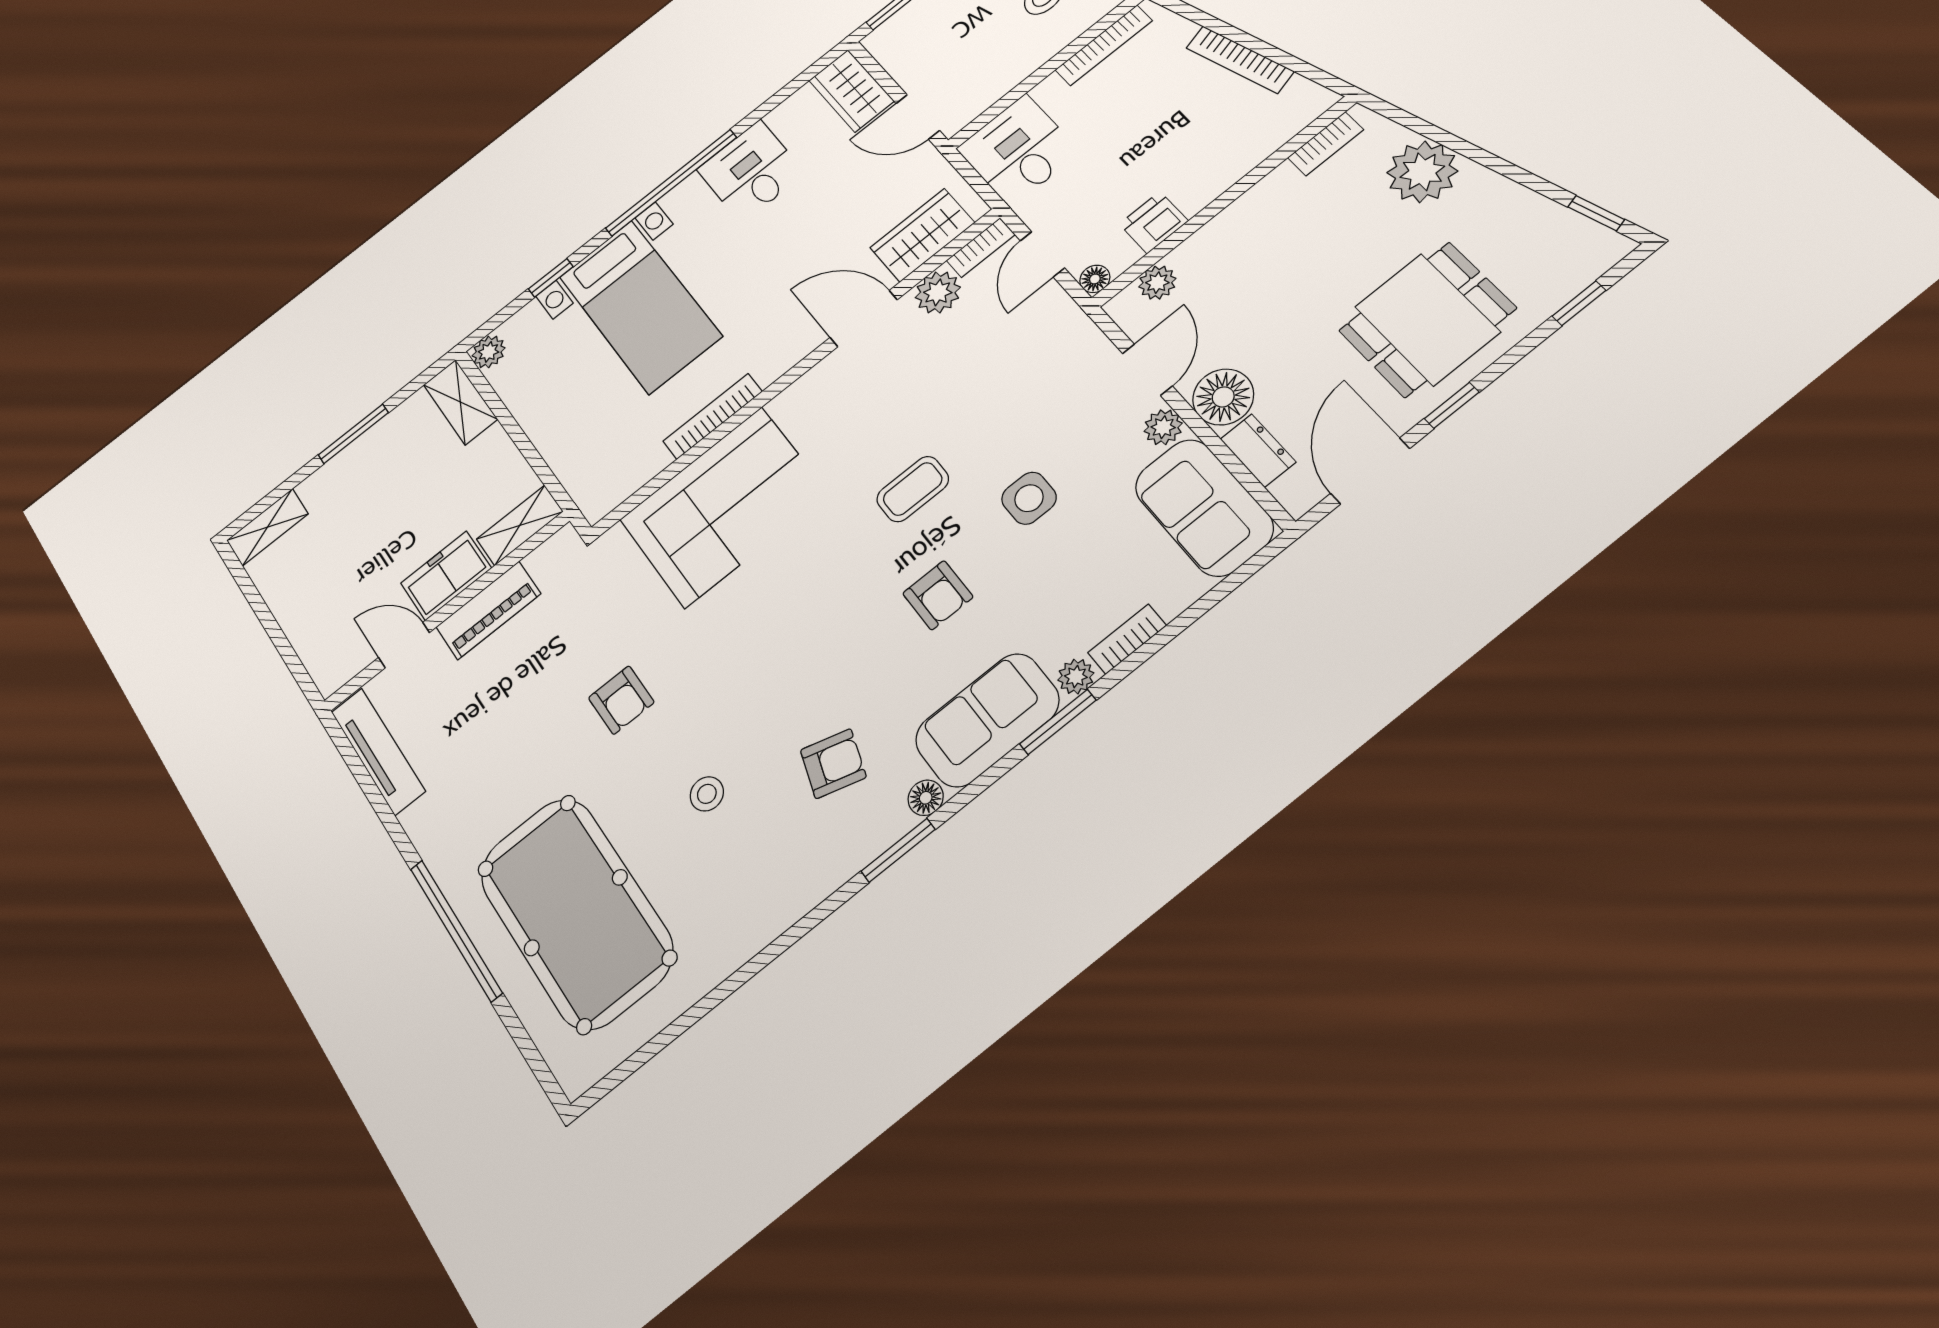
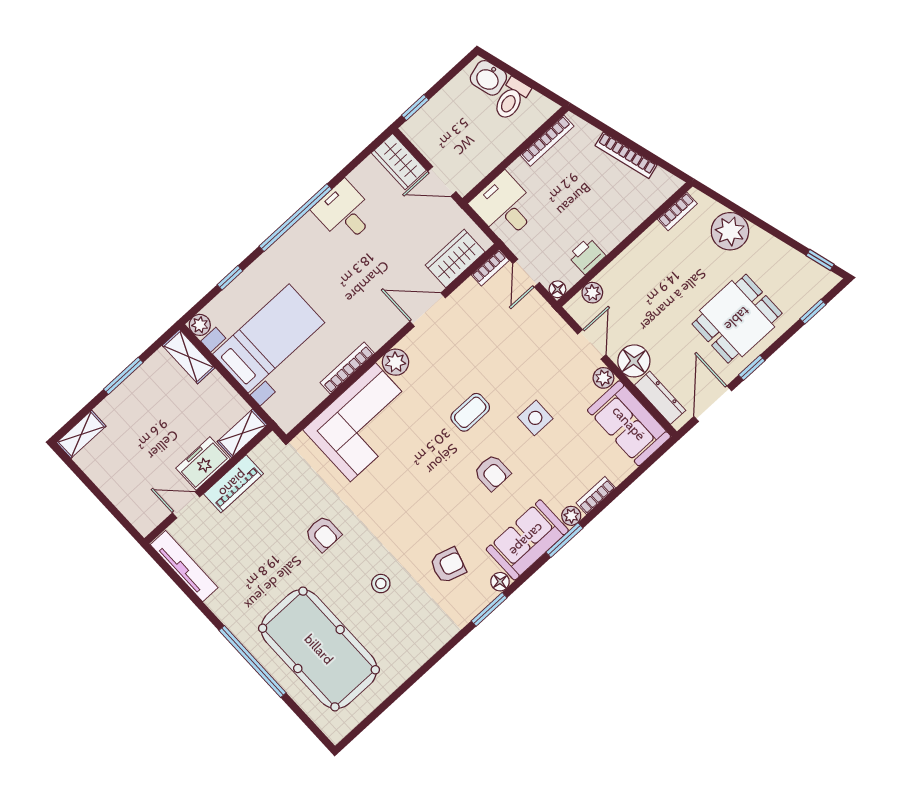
plant: (938, 292) -> (396, 362), moved
bed with nightstands: (640, 306) -> (269, 338), moved, turned -90
dresser: (1258, 451) -> (660, 398), width x1.44

